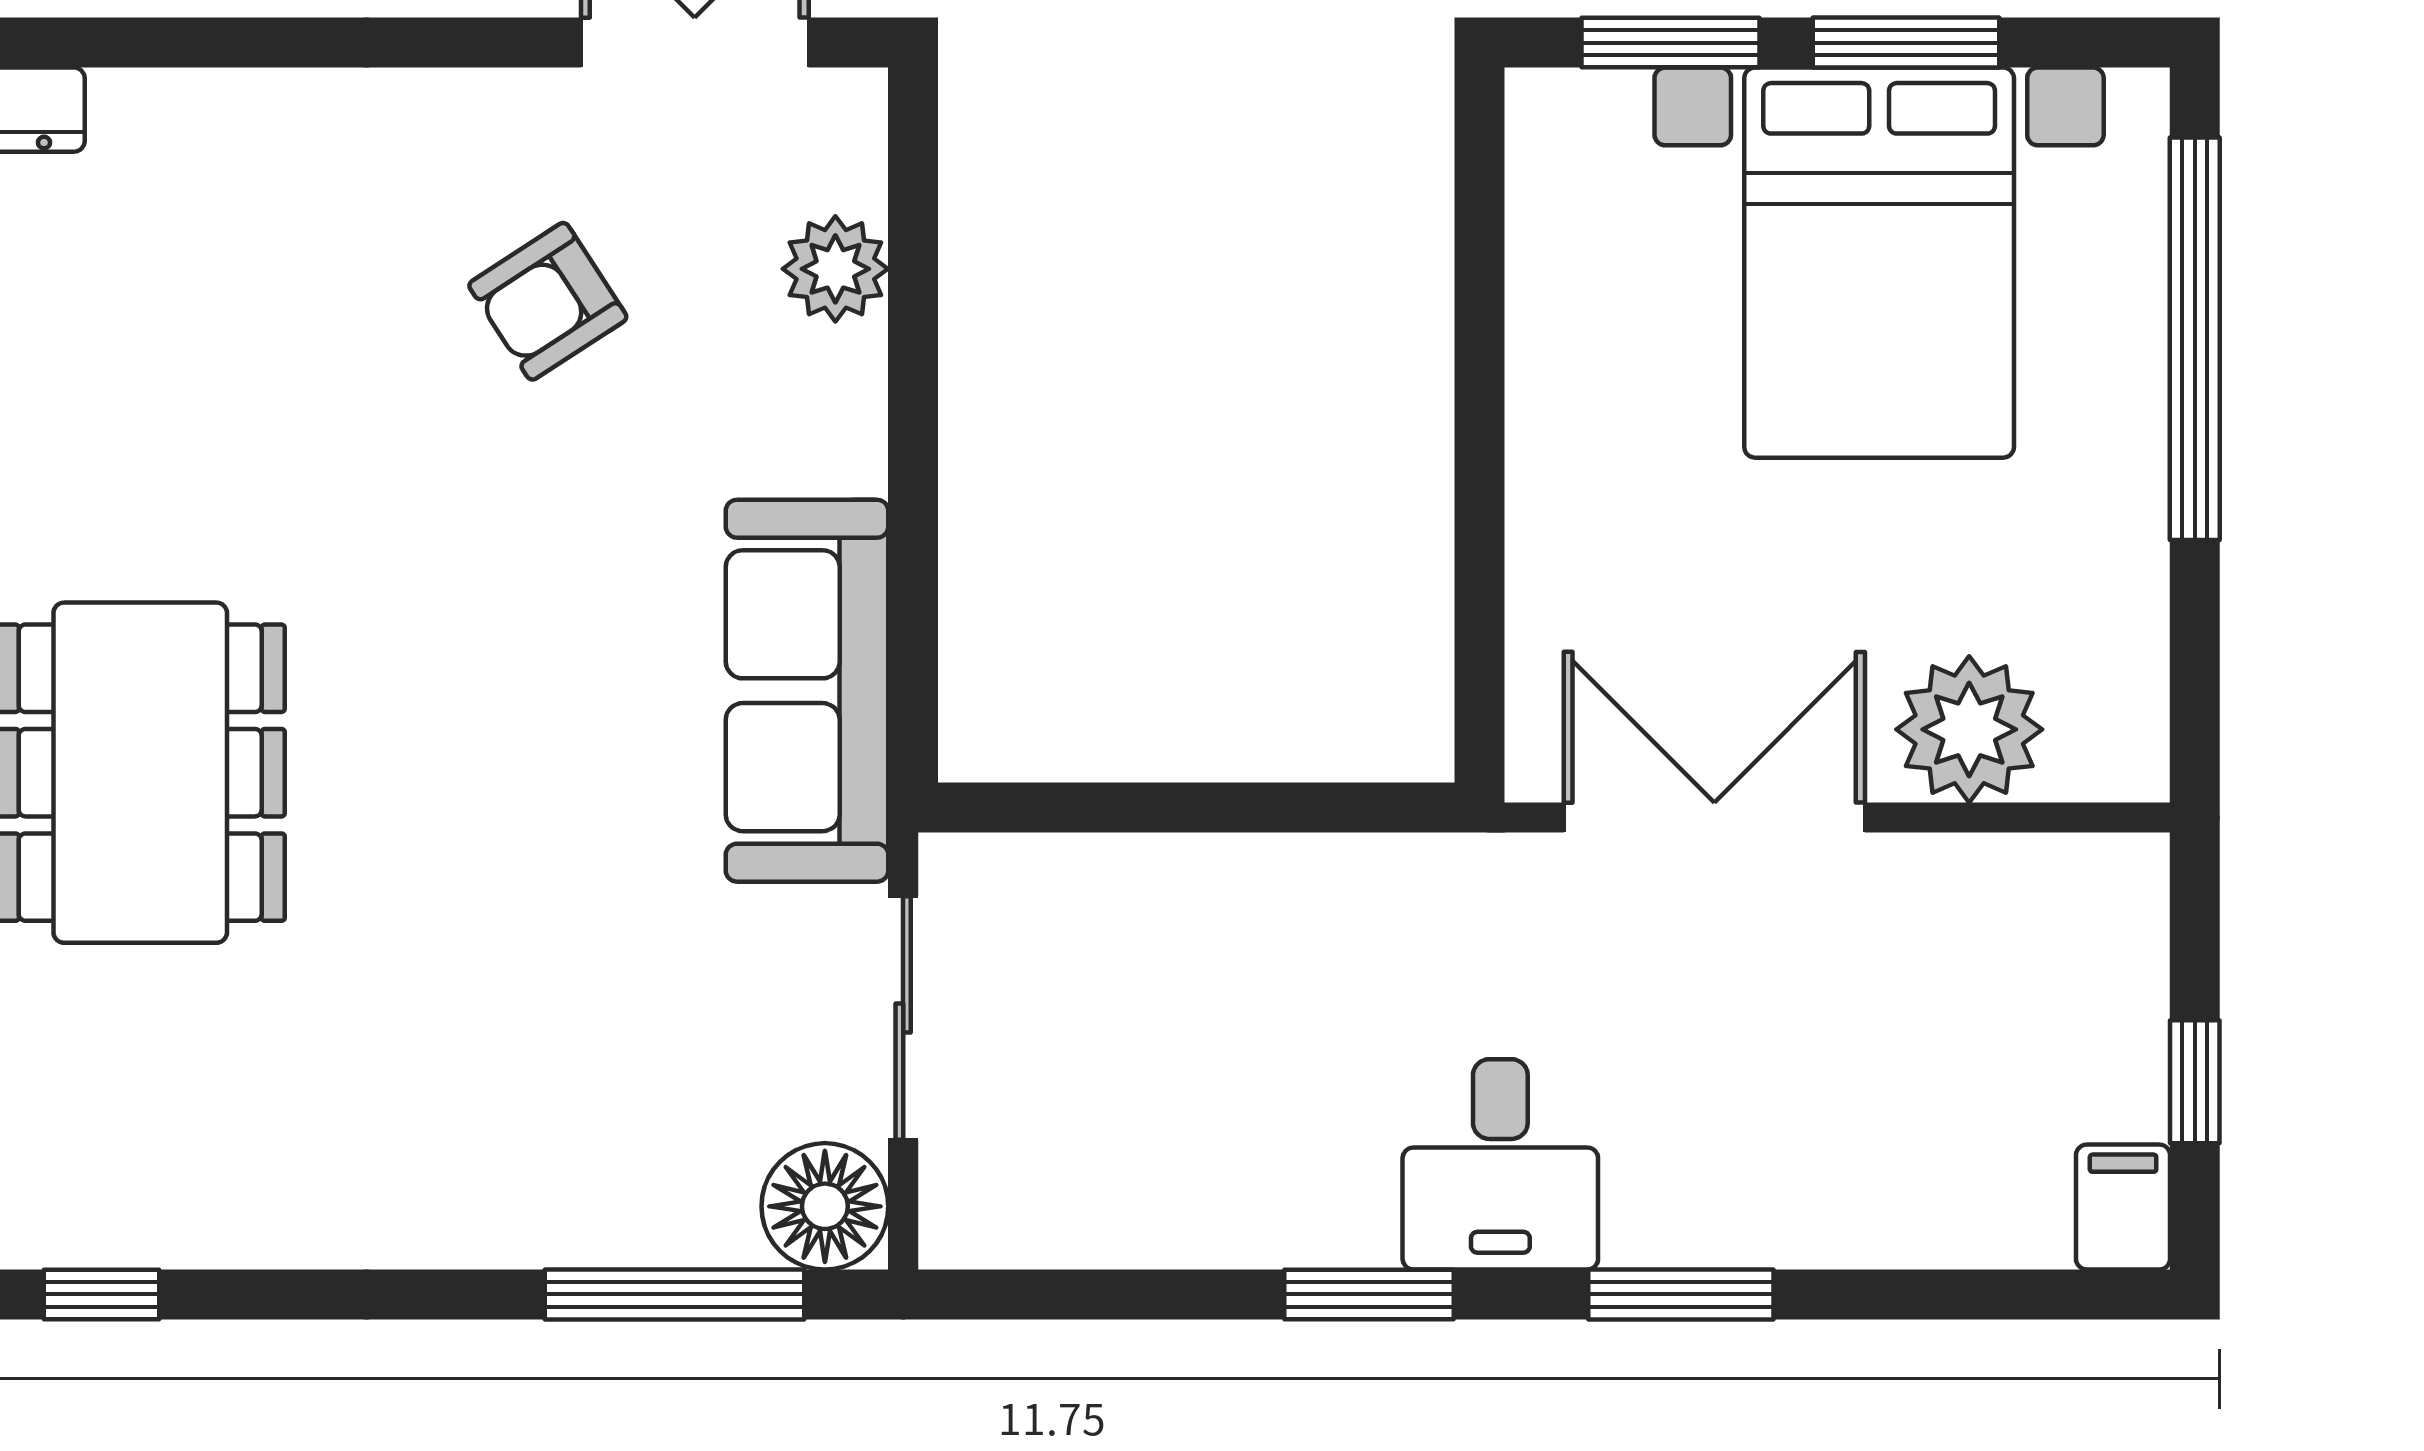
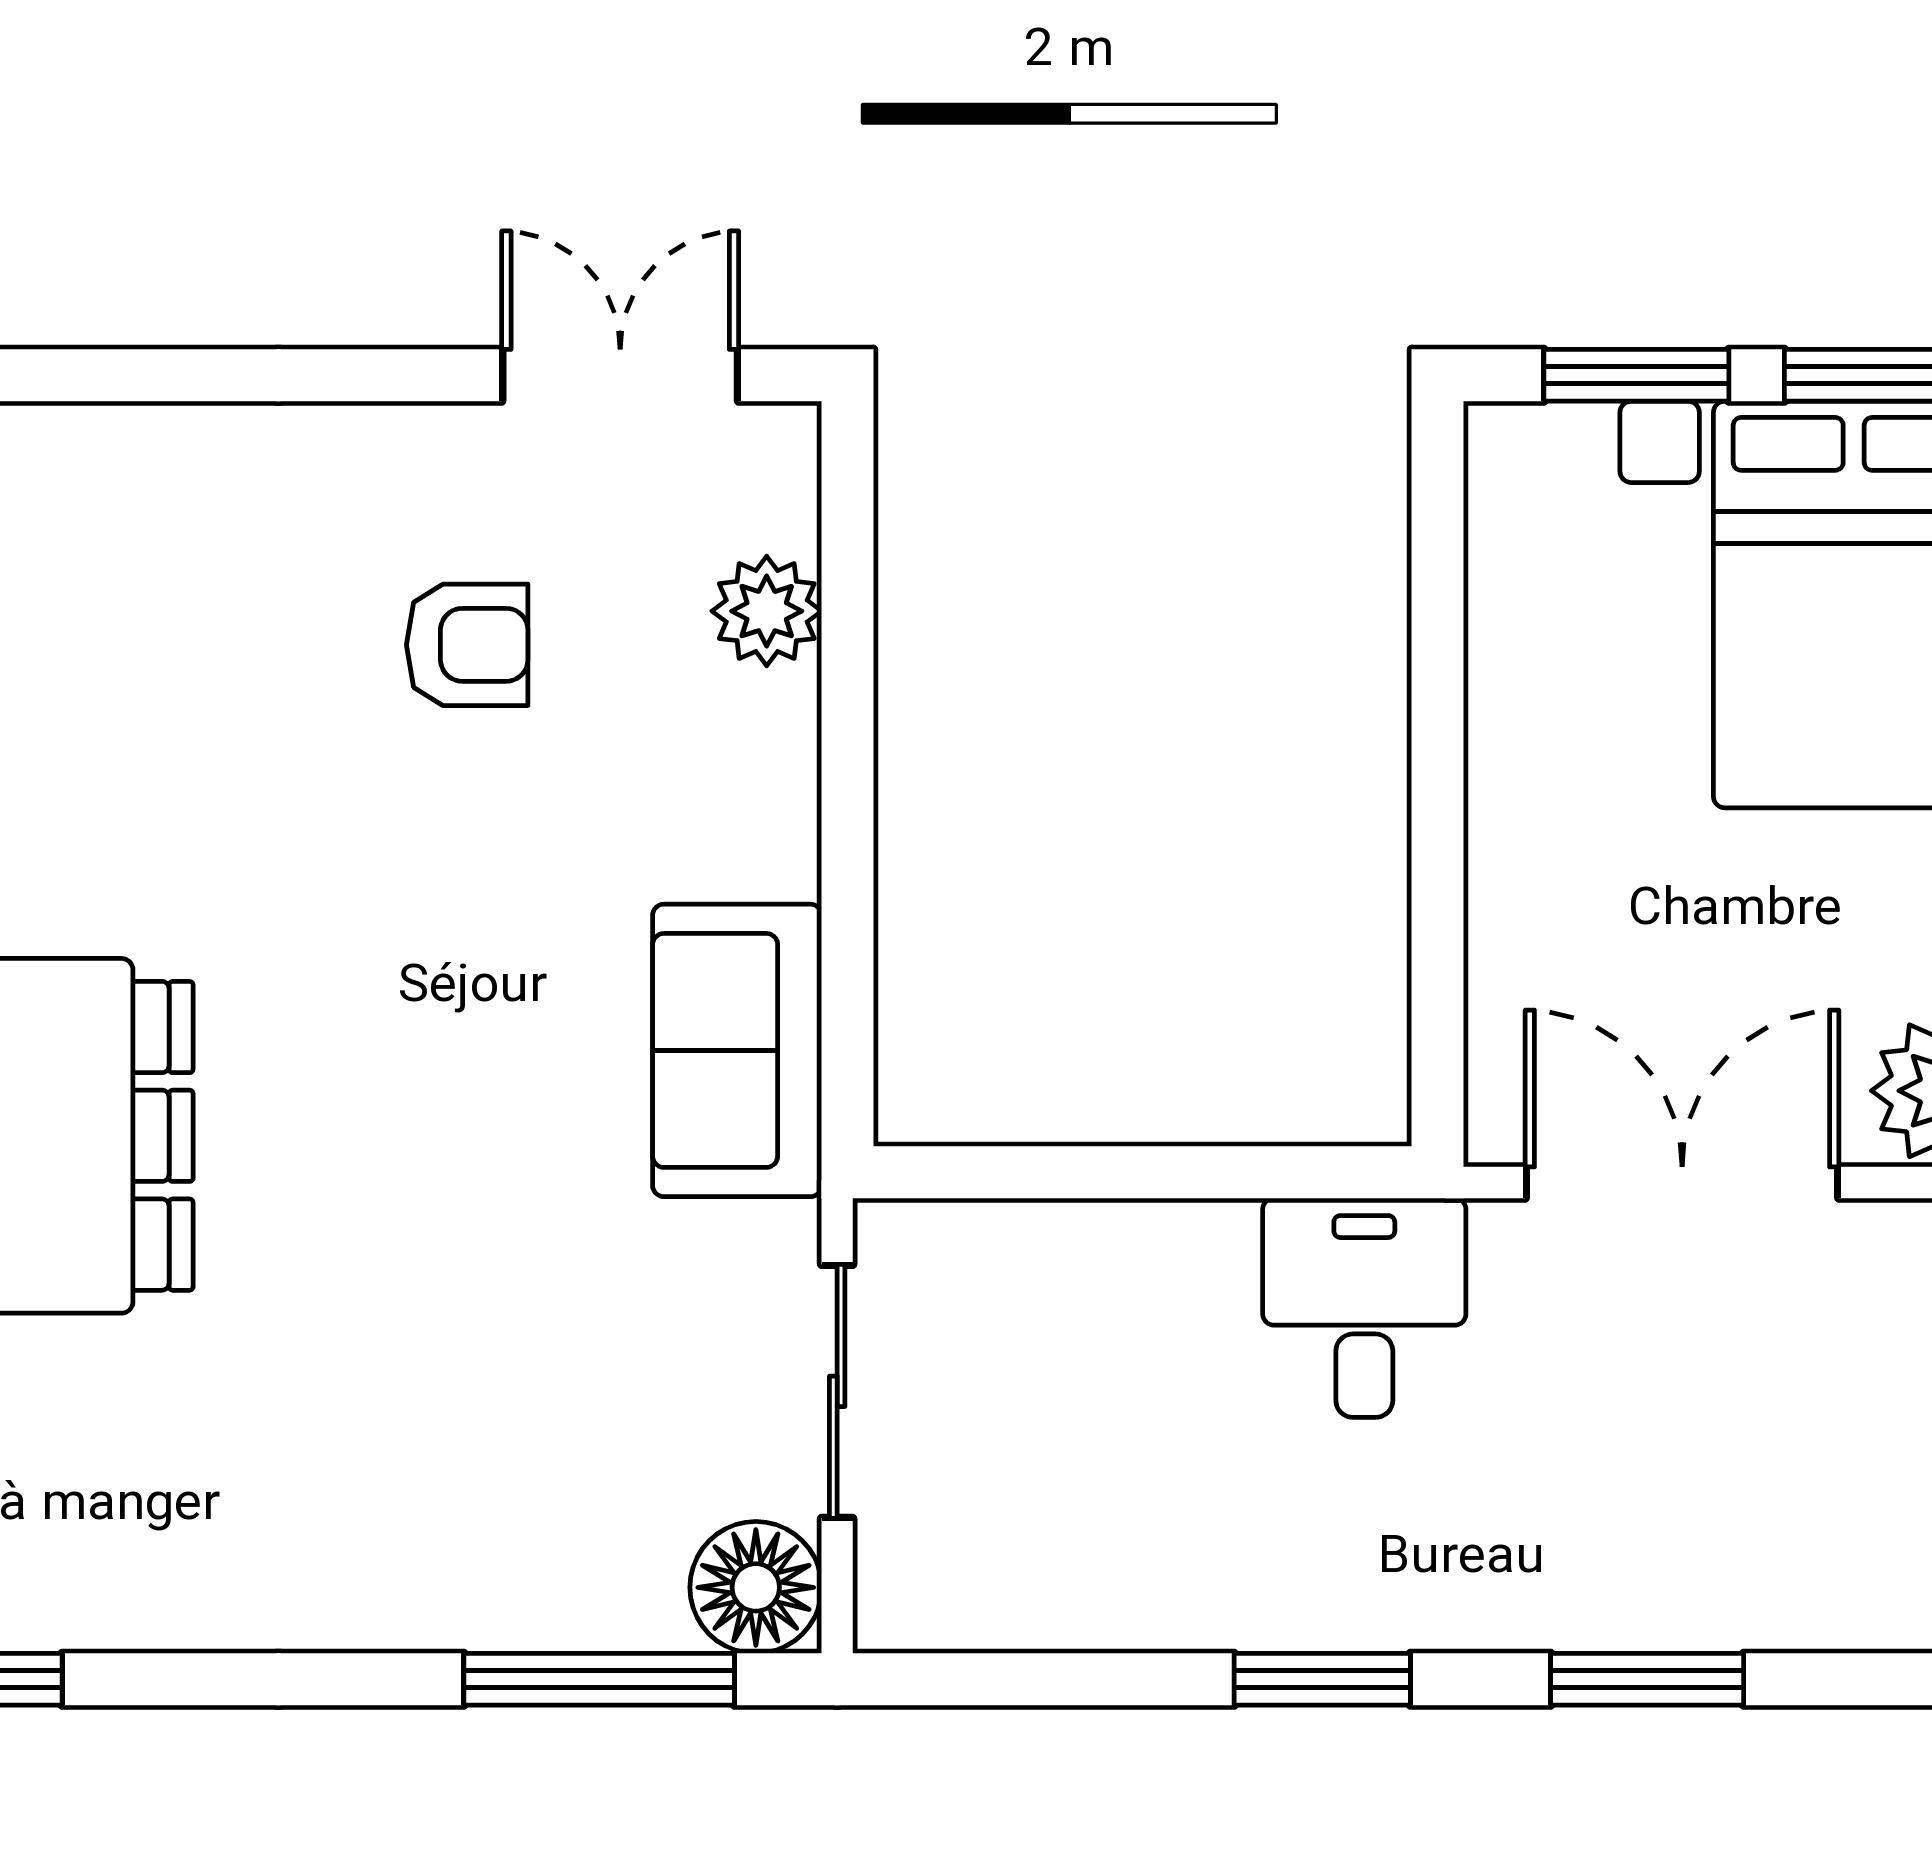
armchair: (548, 301) -> (467, 645), turned -147
sofa: (807, 691) -> (737, 1050), width x0.73
desk: (1500, 1164) -> (1364, 1308), moved, turned 180

